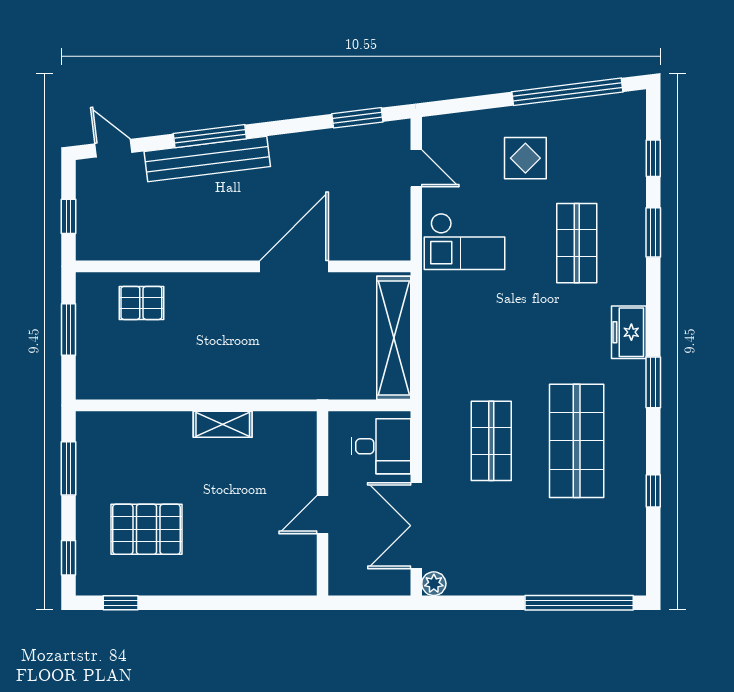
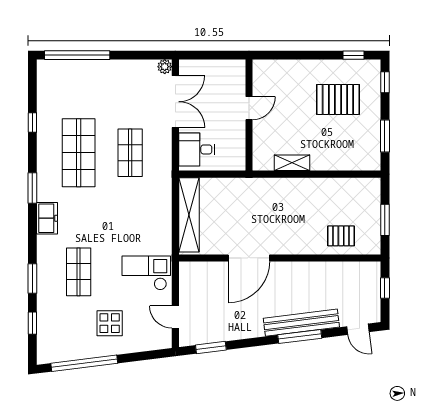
wall: (323, 503) -> (249, 115), moved
door: (323, 515) -> (249, 108), moved

